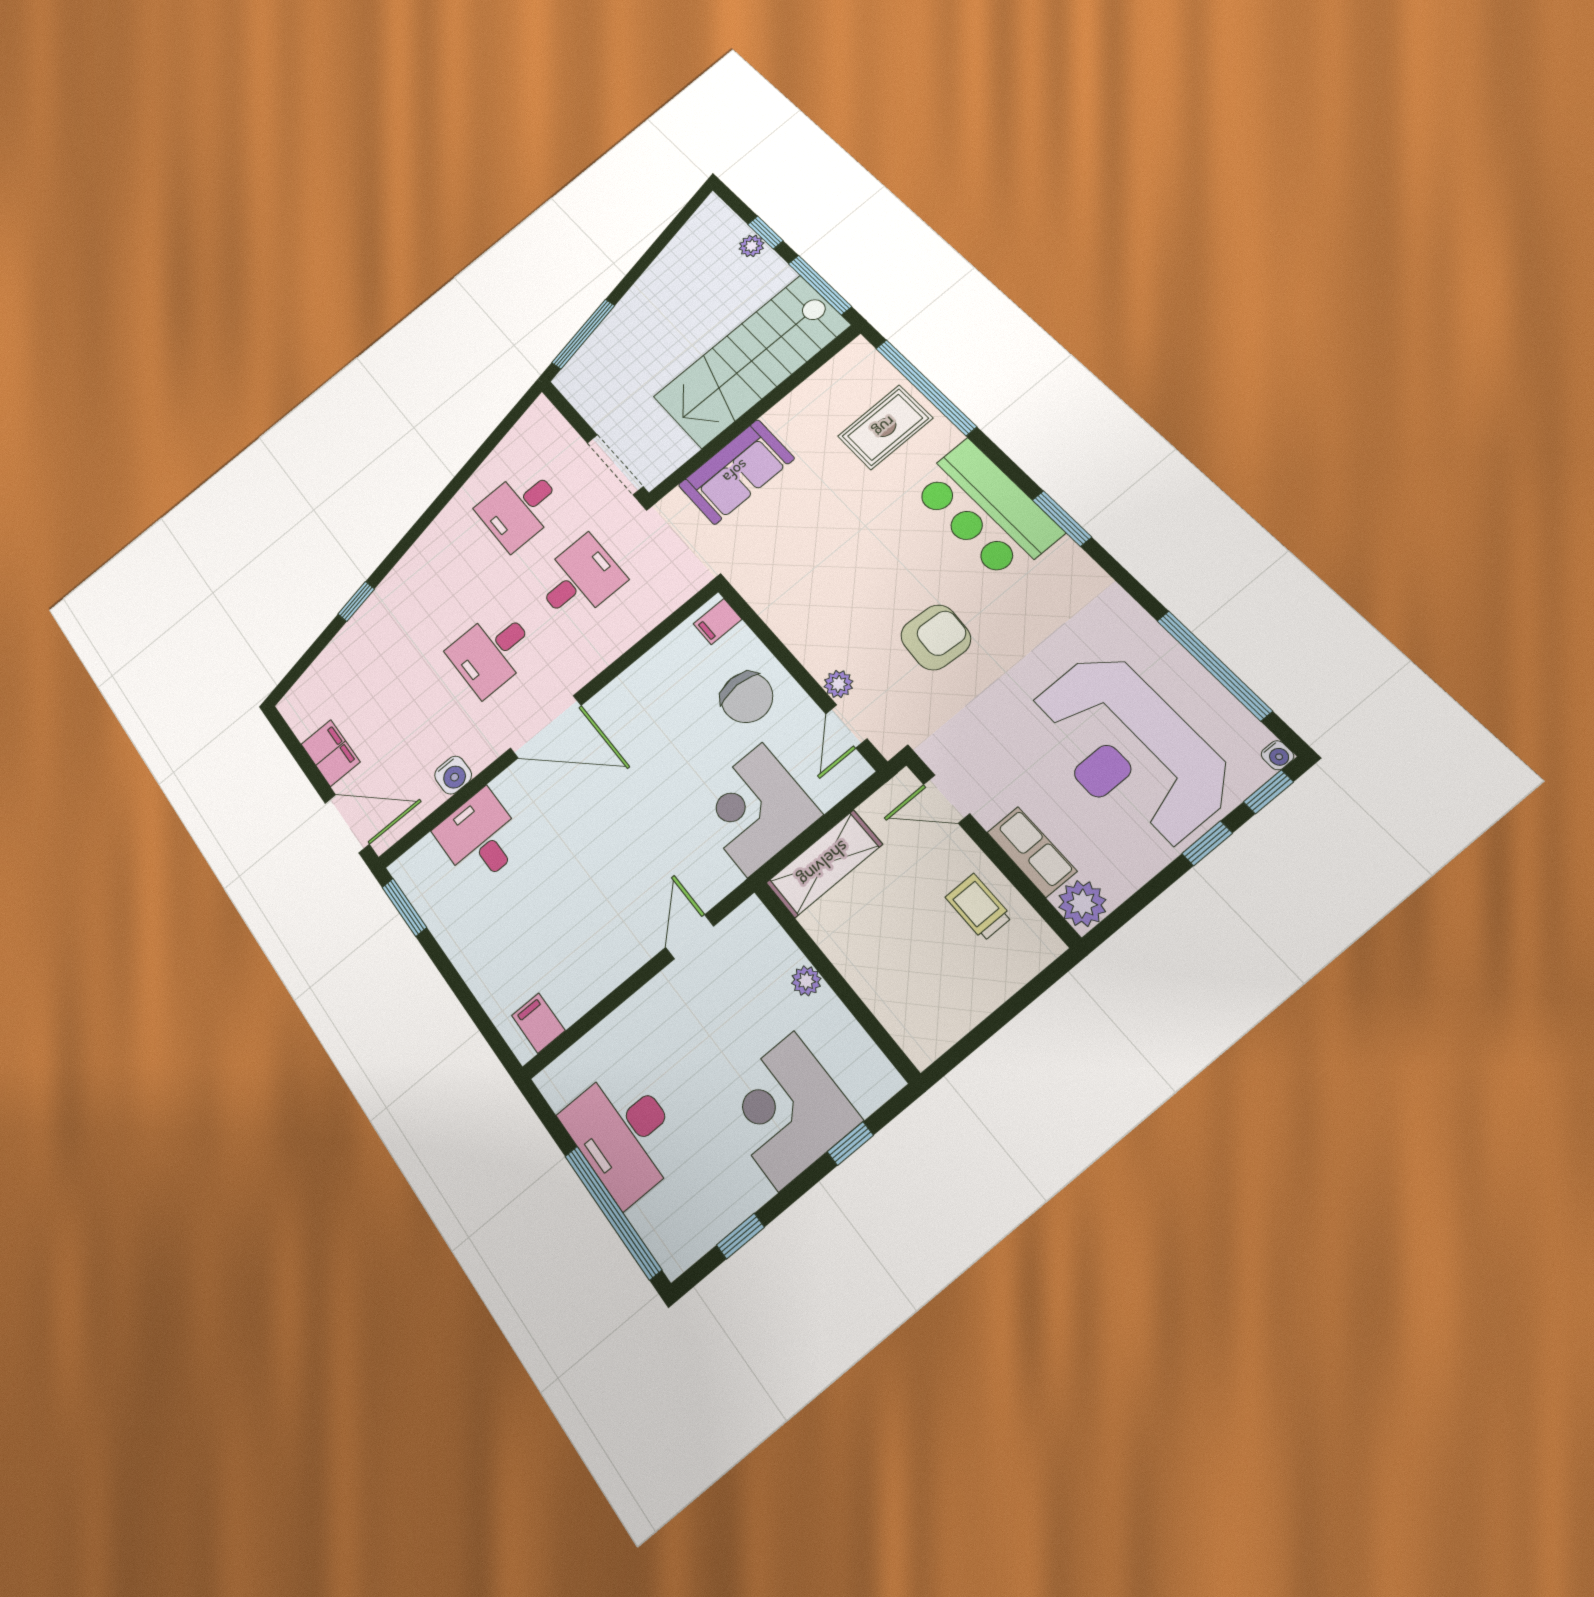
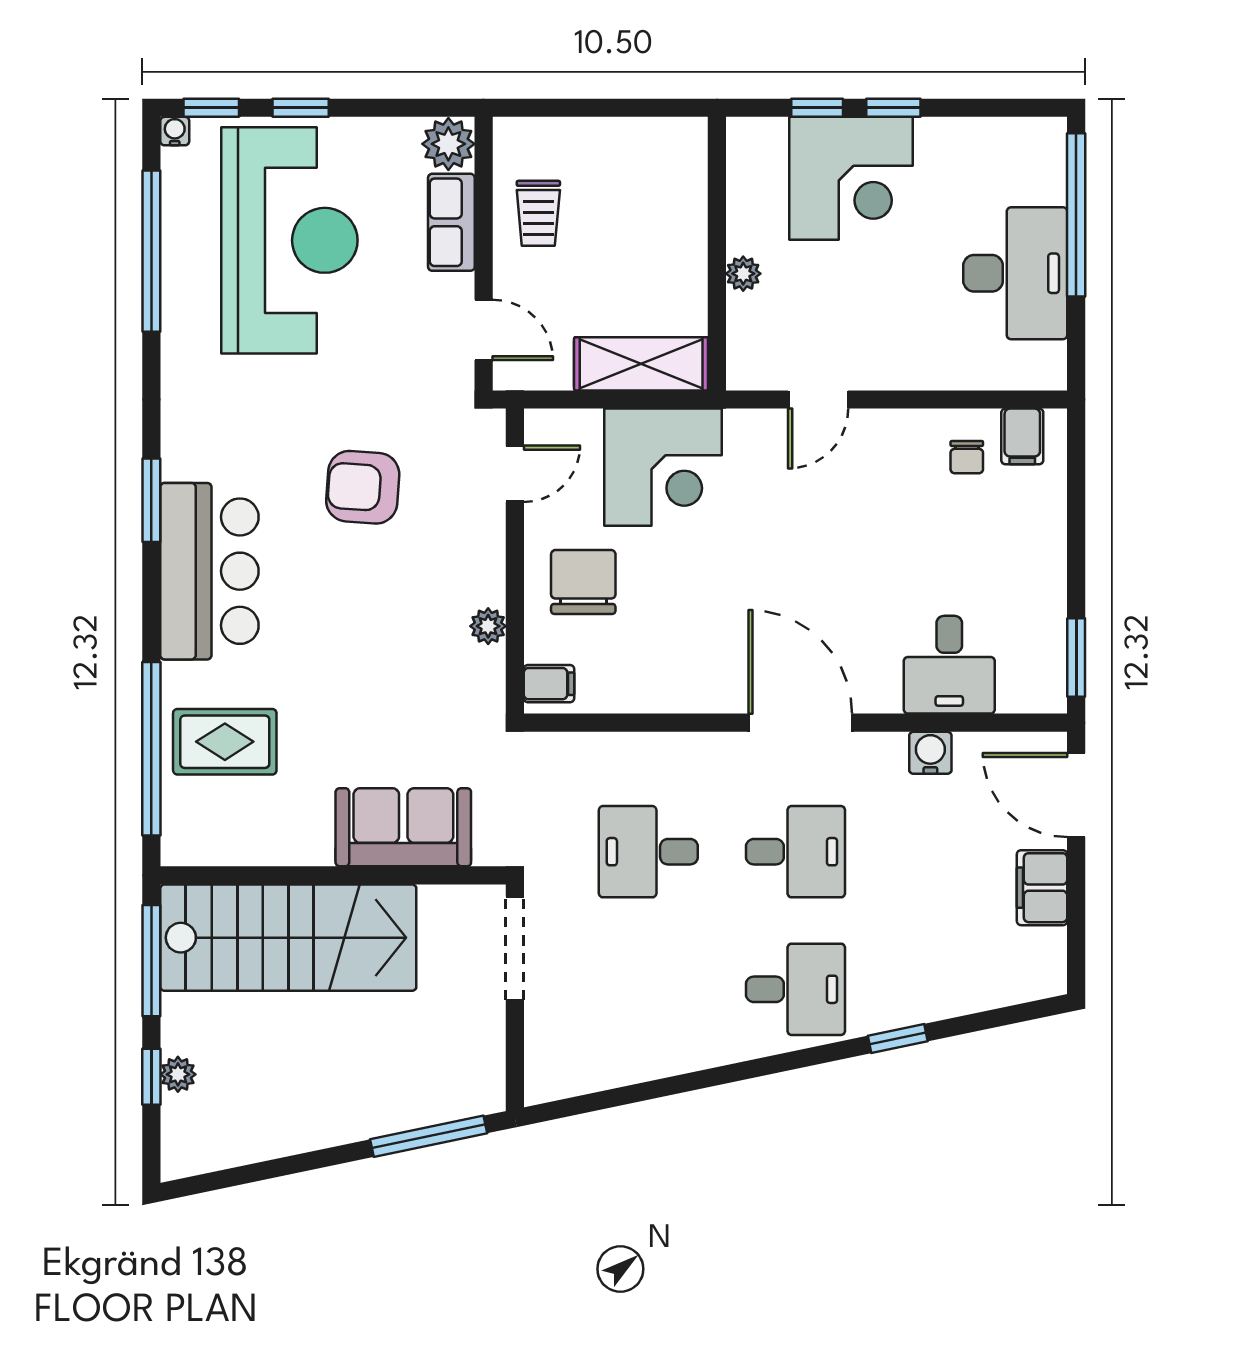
desk: (520, 508) -> (795, 989), moved
plant: (838, 684) -> (488, 626), moved
chair: (564, 979) -> (967, 457), added
window: (740, 1236) -> (893, 108), moved

